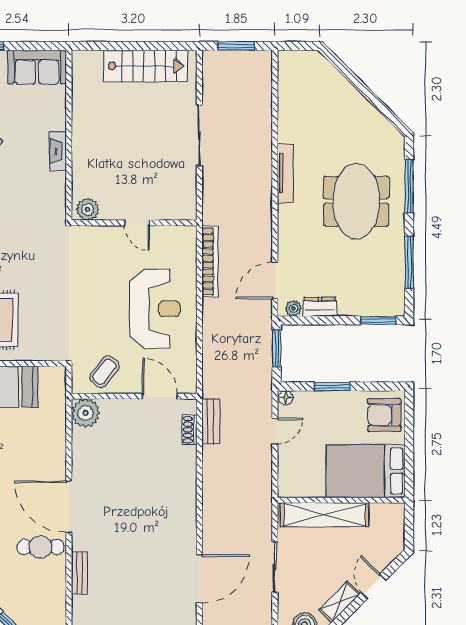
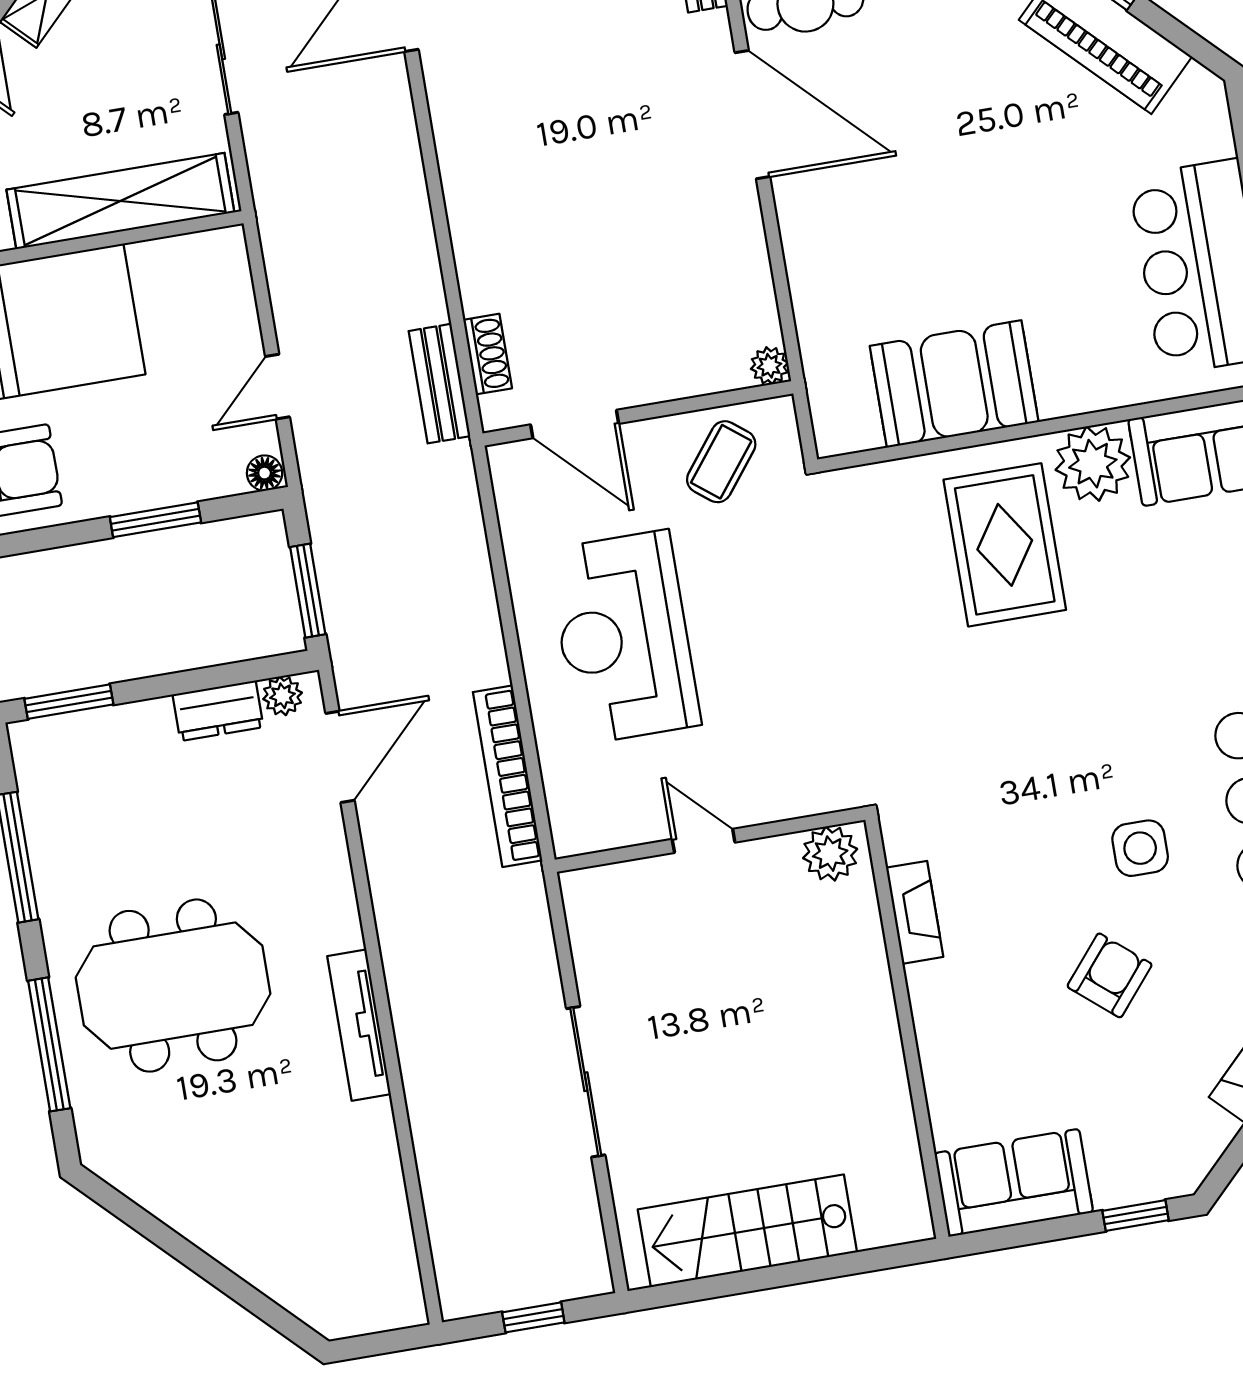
window: (236, 46) -> (533, 1317), width x0.67
fireplace: (58, 151) -> (915, 912), moved
meeting table: (356, 201) -> (173, 986), turned 90
plant: (86, 413) -> (770, 366), width x0.53, depth x0.53

